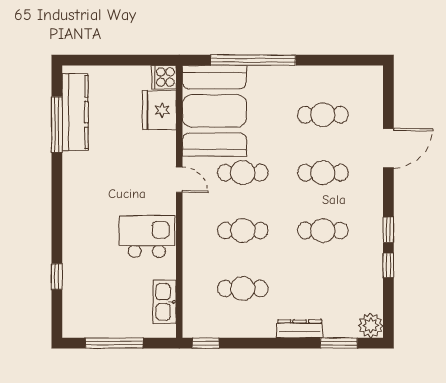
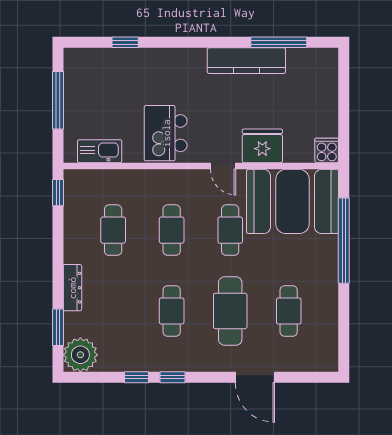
fridge: (159, 110) -> (262, 146), moved
kitchen counter: (75, 112) -> (246, 61), moved
cafe table: (323, 173) -> (230, 311), width x1.37, depth x1.35
door: (179, 180) -> (223, 166), hinge flipped
kitchen island: (147, 237) -> (166, 133), turned 180
plant: (371, 325) -> (80, 355), width x1.36, depth x1.36

